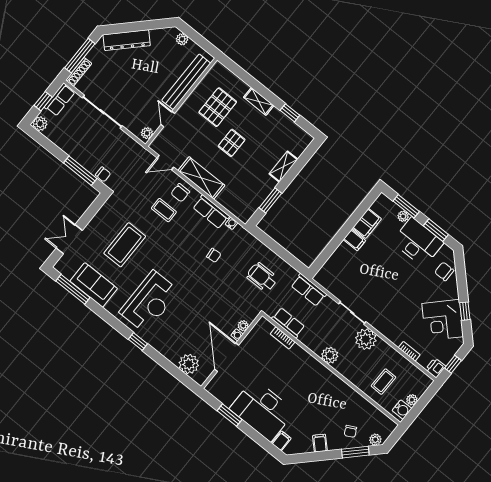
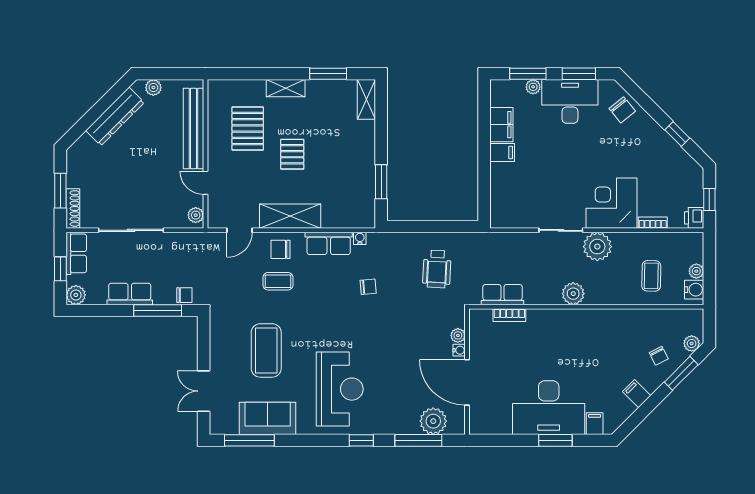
dresser: (127, 40) -> (115, 116), moved
window: (80, 56) -> (60, 191), width x0.69
window: (290, 113) -> (328, 74), width x1.50
shelving: (283, 167) -> (366, 99), moved
chair: (180, 193) -> (280, 249), turned 90
chair: (444, 271) -> (622, 110), turned -129
wheelchair: (262, 277) -> (437, 269), turned -87
row of seats: (309, 290) -> (130, 294), moved, turned 180
corner desk: (443, 320) -> (611, 203), moved, turned 135
window: (171, 368) -> (418, 440), added
window: (229, 415) -> (555, 440), moved

